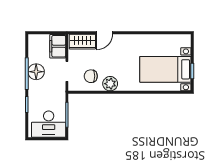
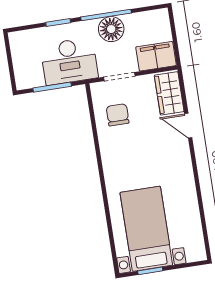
plant: (110, 84) -> (111, 147), removed
desk: (49, 124) -> (69, 61), moved, turned -90

